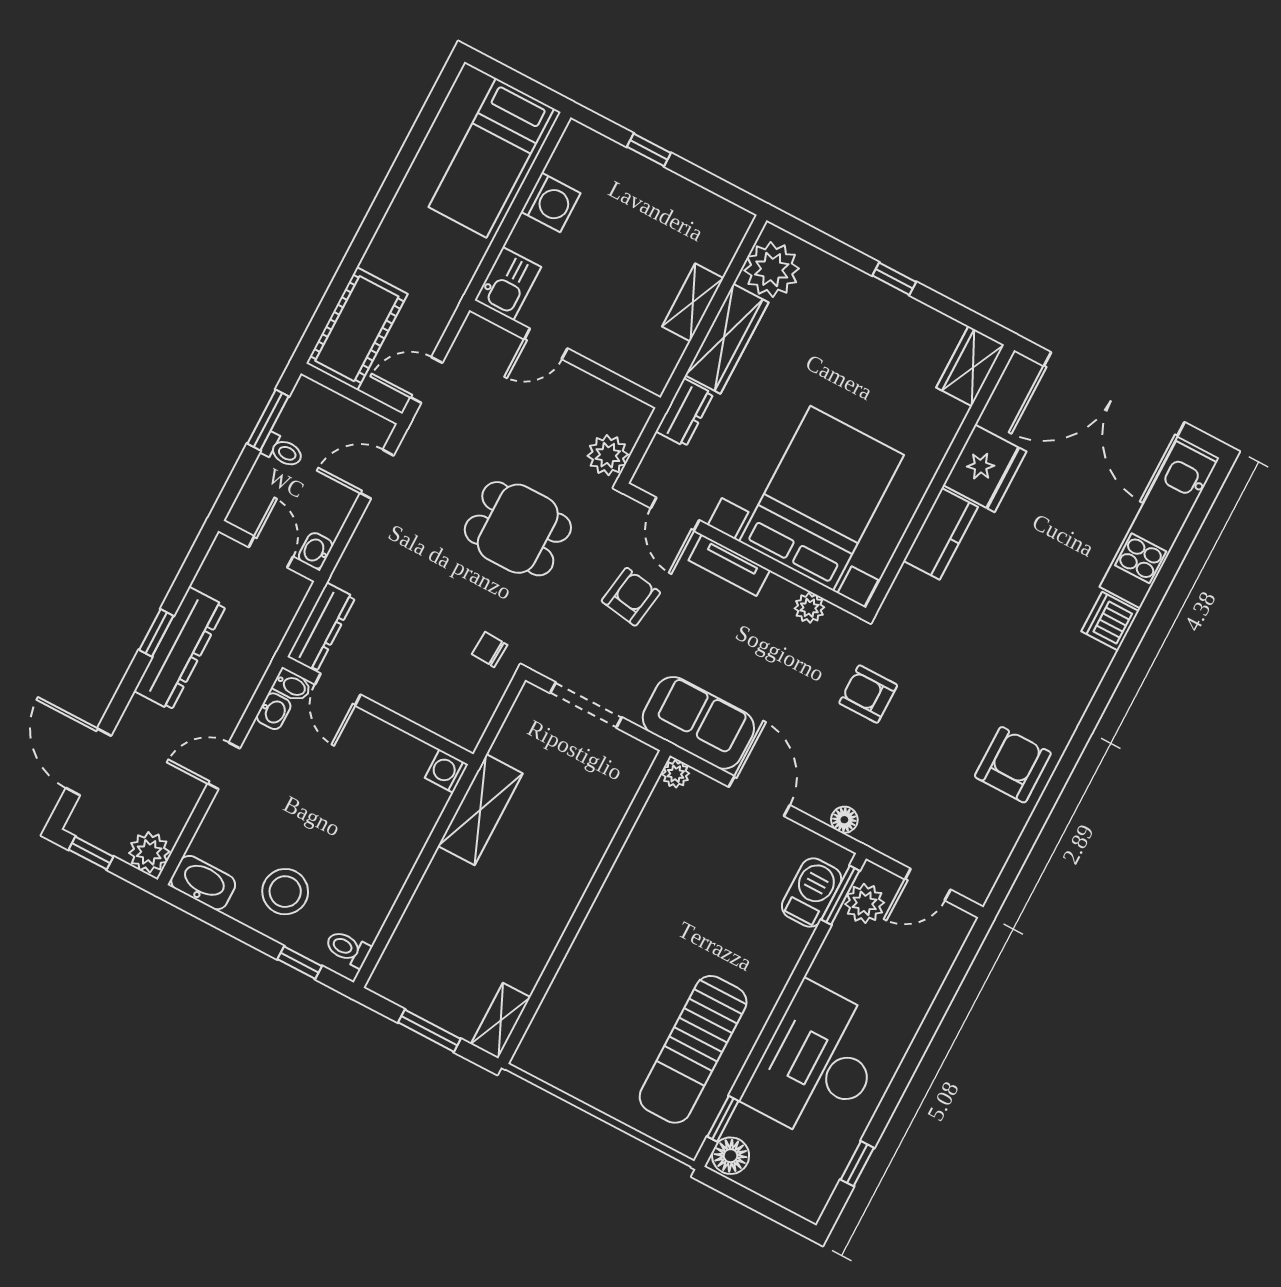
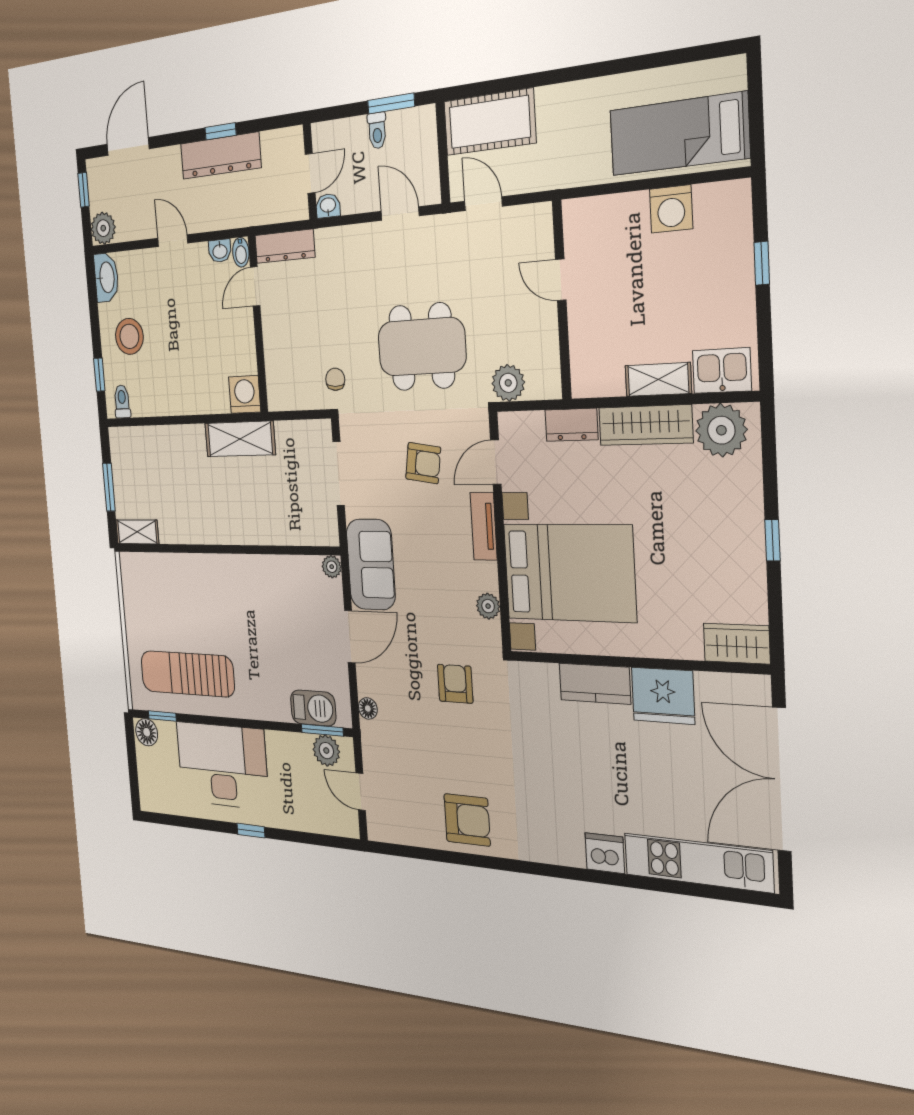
kitchen sink: (508, 284) -> (722, 371), moved, turned 180
dining table: (518, 529) -> (422, 347), width x1.38
washing machine: (446, 771) -> (245, 394), width x1.38, depth x1.38
window: (857, 1164) -> (251, 831), moved

